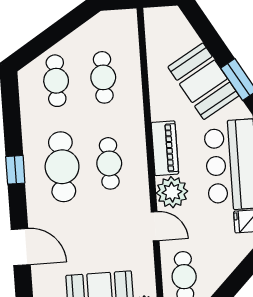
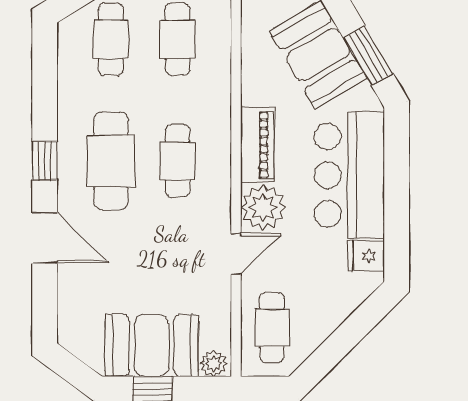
door: (155, 226) -> (236, 254), hinge flipped
door: (21, 247) -> (45, 238), moved

